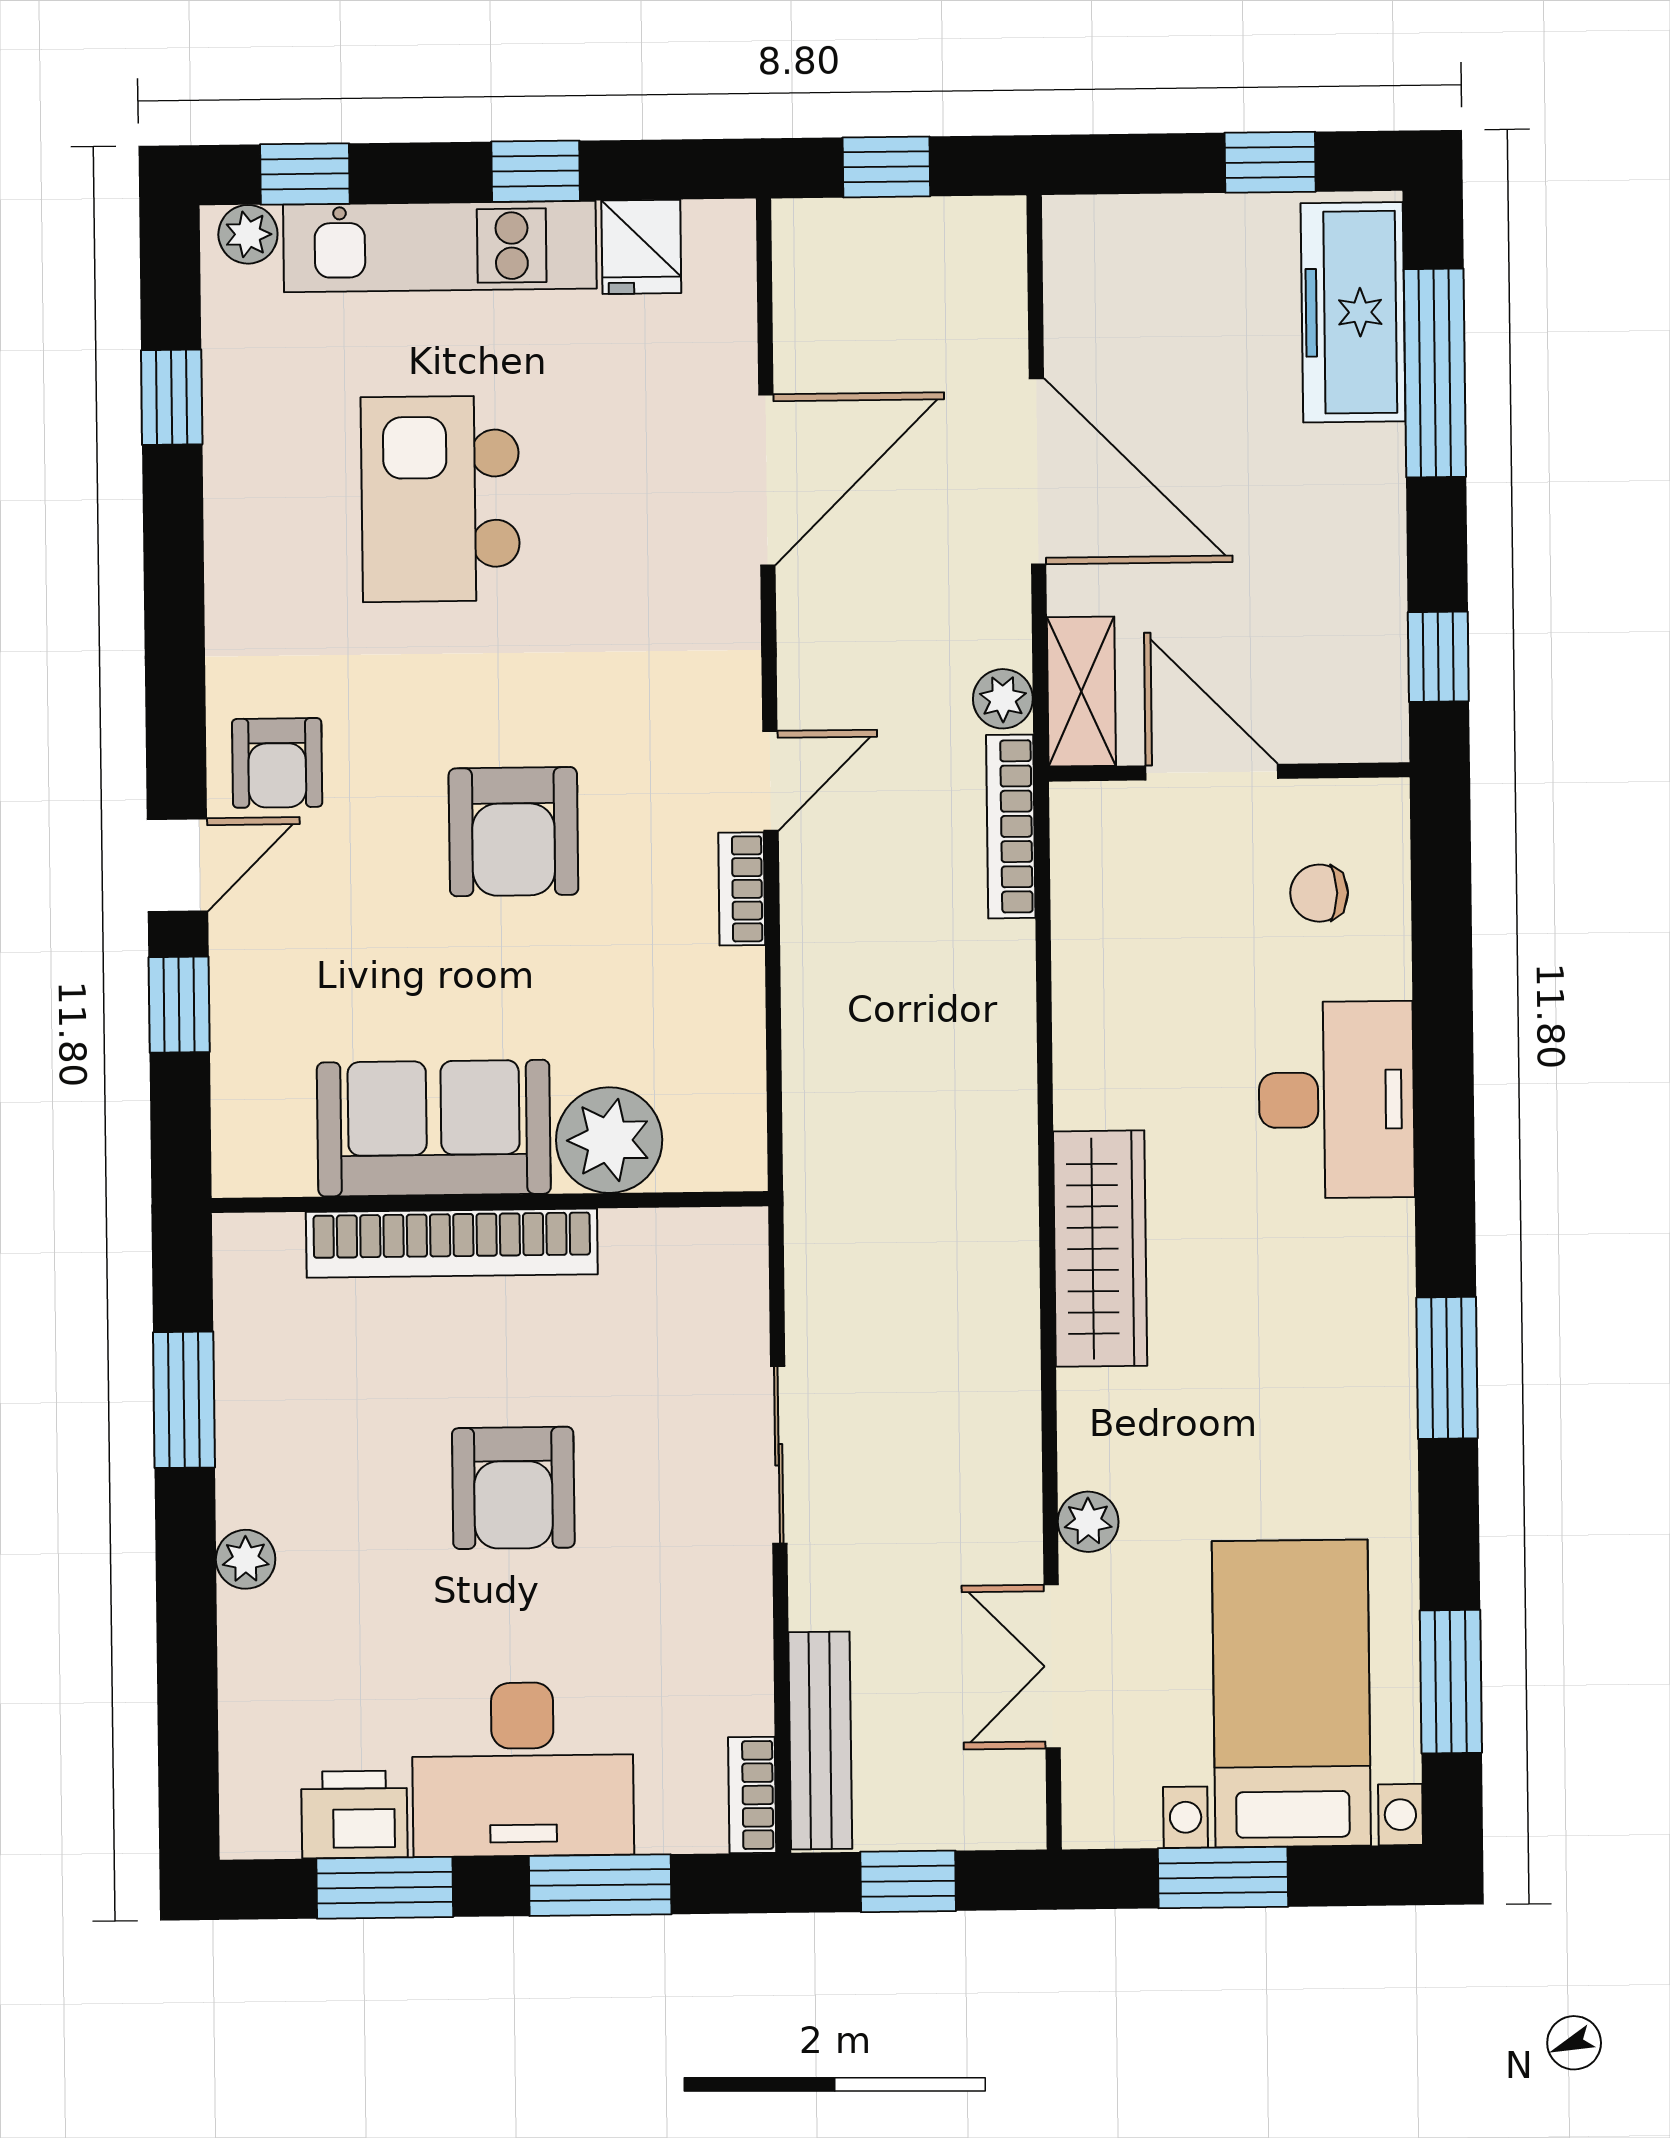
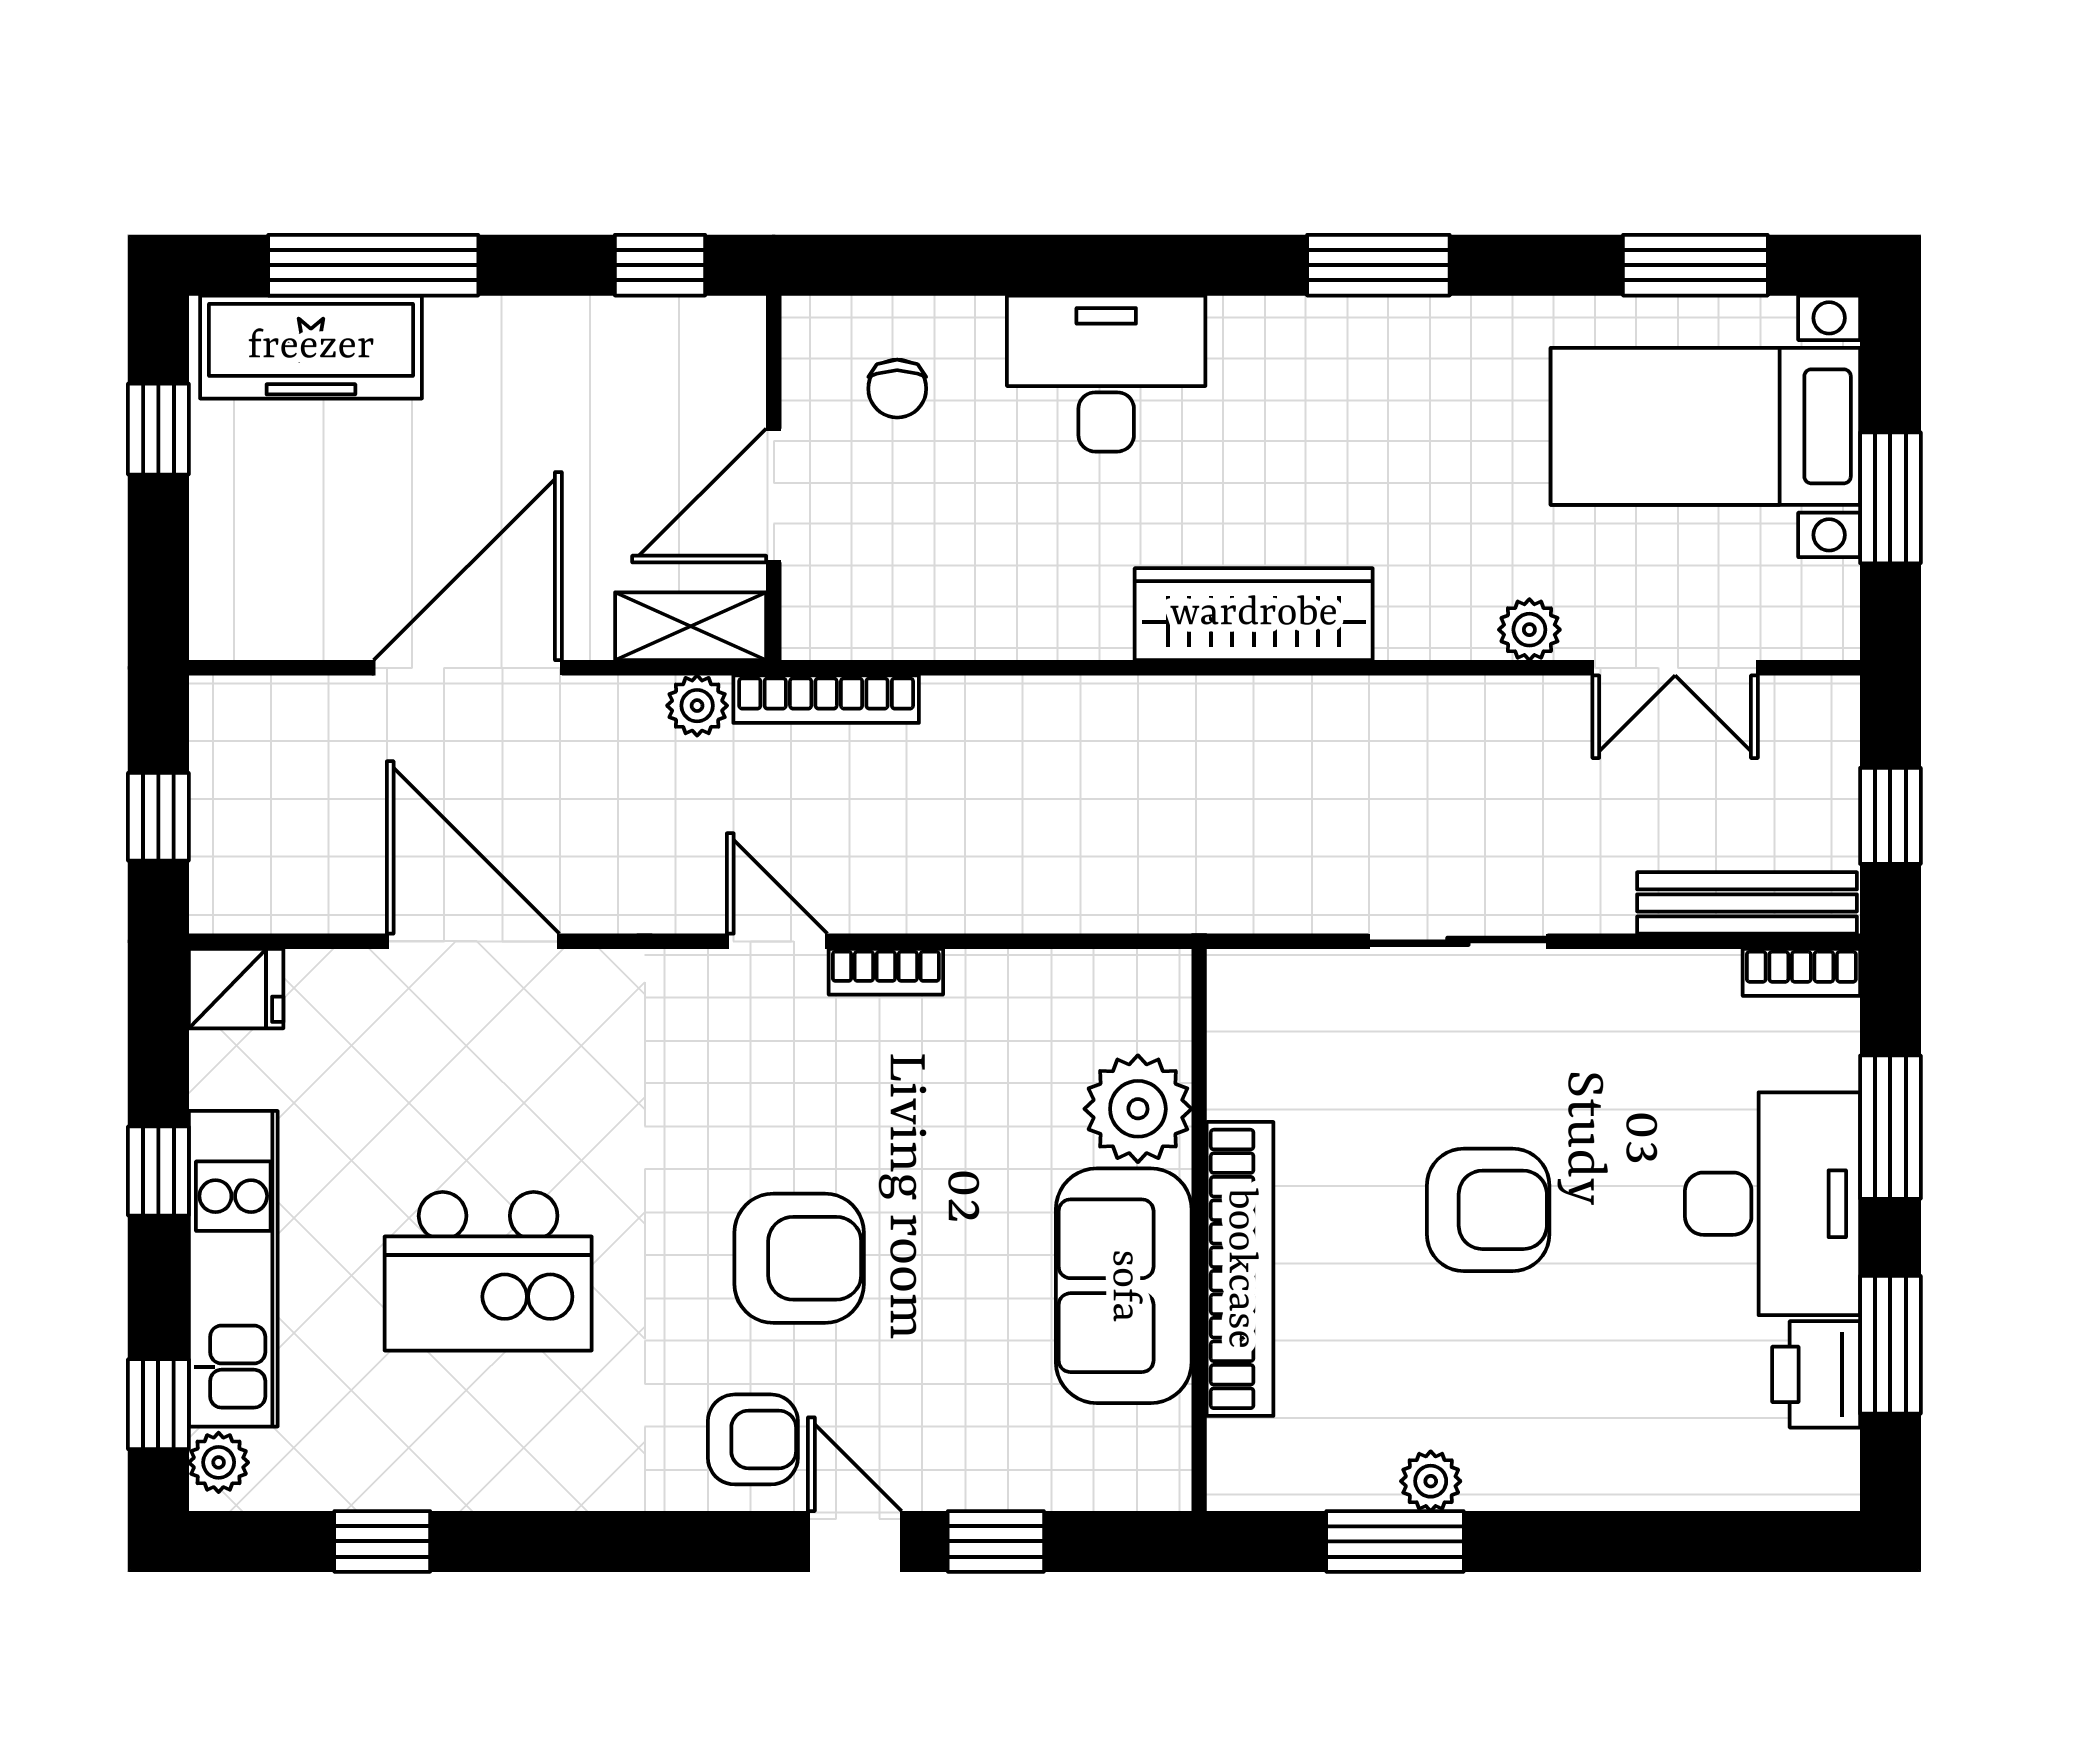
fridge: (641, 247) -> (236, 989), moved
armchair: (513, 832) -> (799, 1258), moved
plant: (246, 1559) -> (1431, 1481), moved

